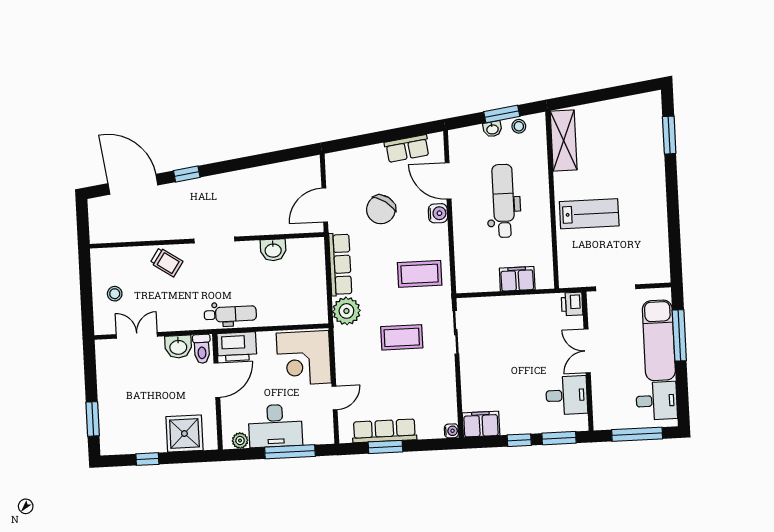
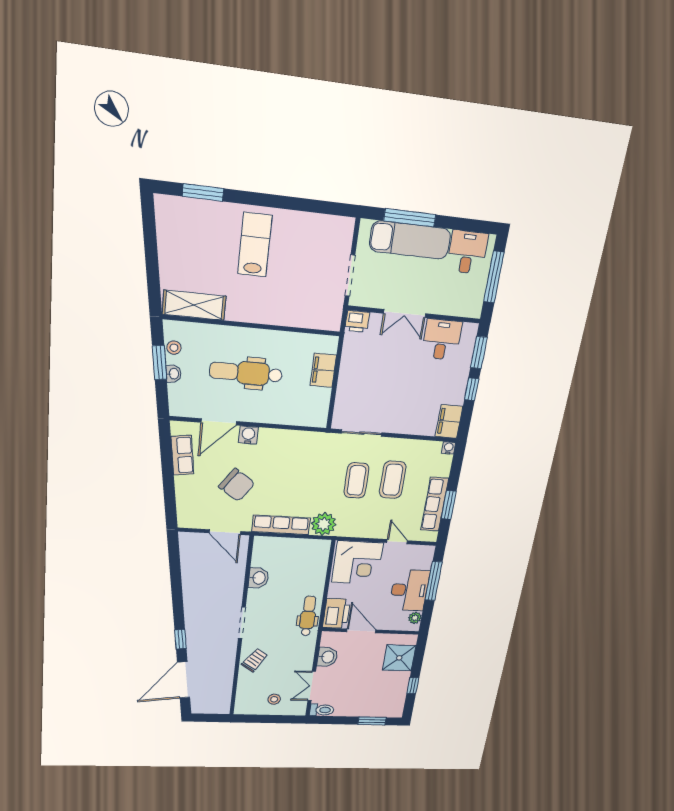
lab bench: (589, 214) -> (255, 245), moved
coffee table: (420, 274) -> (393, 480), moved
toilet: (202, 349) -> (322, 710), moved

